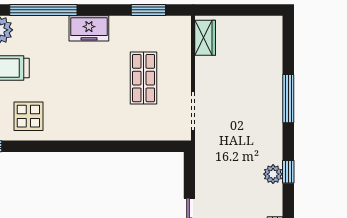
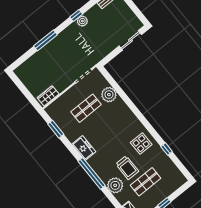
plant: (136, 127) -> (109, 95), added

